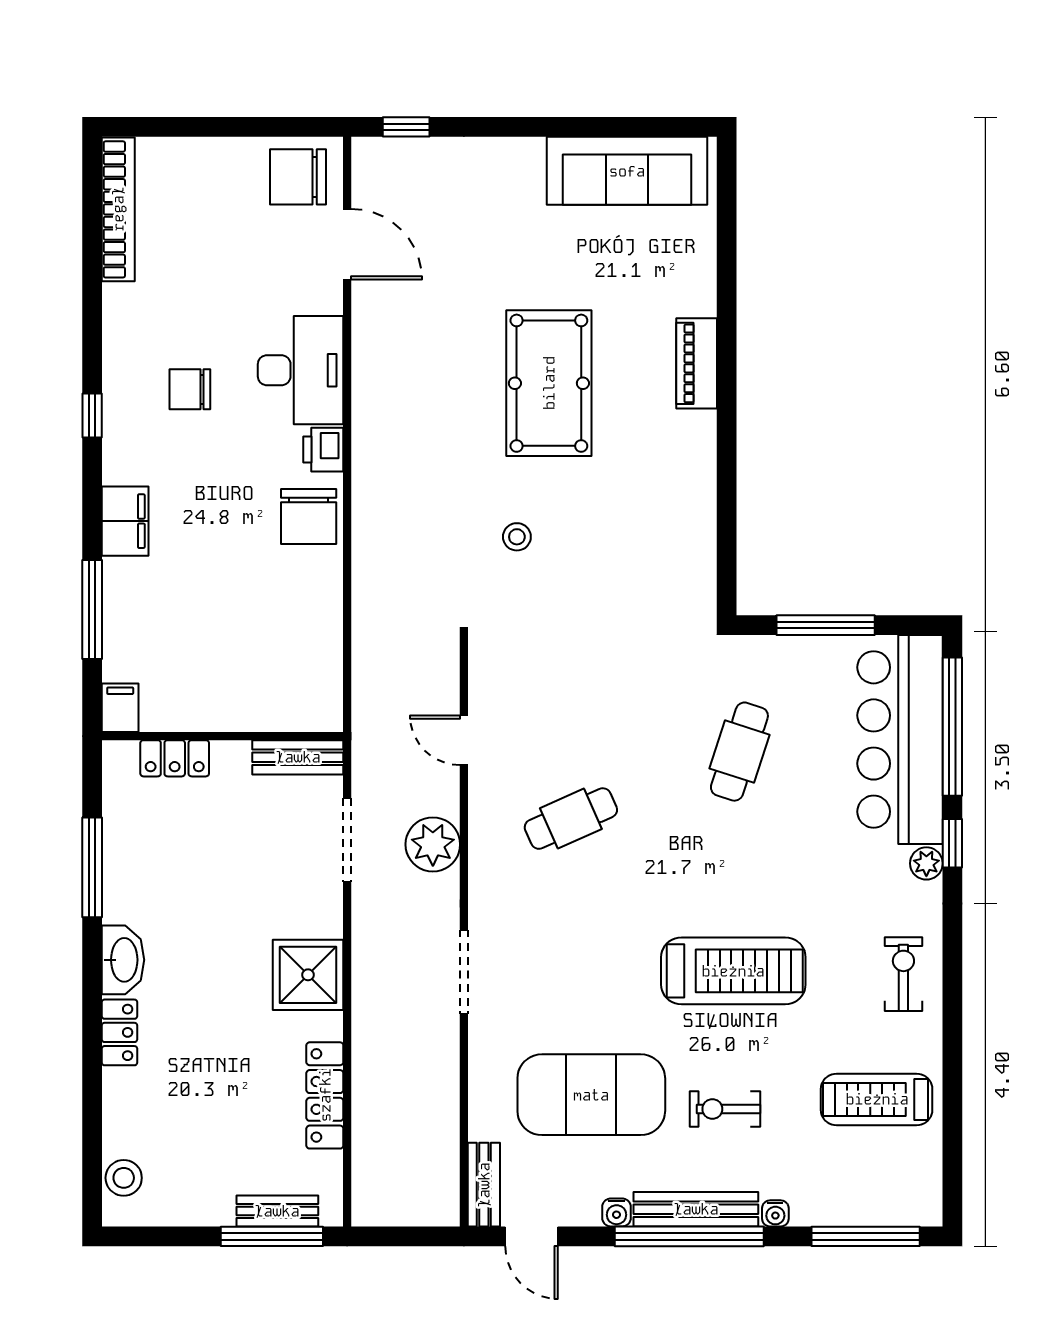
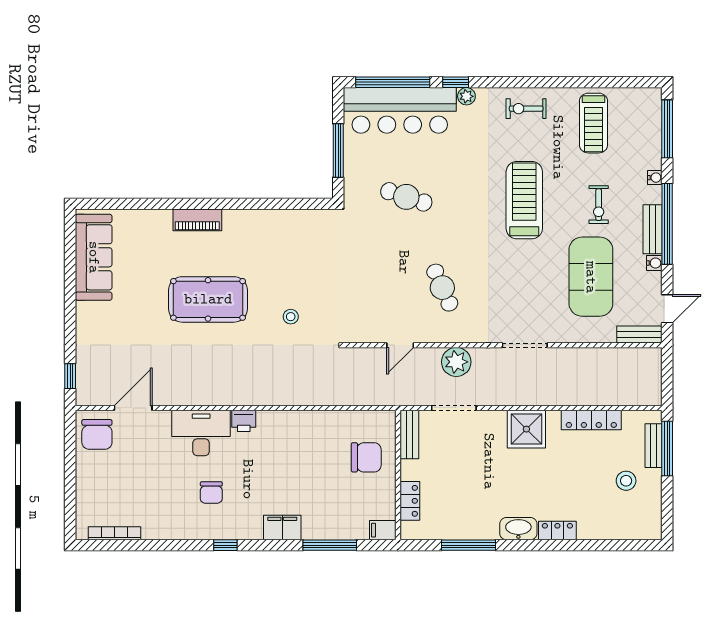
bookcase: (118, 209) -> (114, 533), width x0.68, depth x0.76
chair: (309, 517) -> (366, 457), moved
stool: (124, 1178) -> (626, 481), moved
bench: (696, 1209) -> (653, 229), width x0.73

